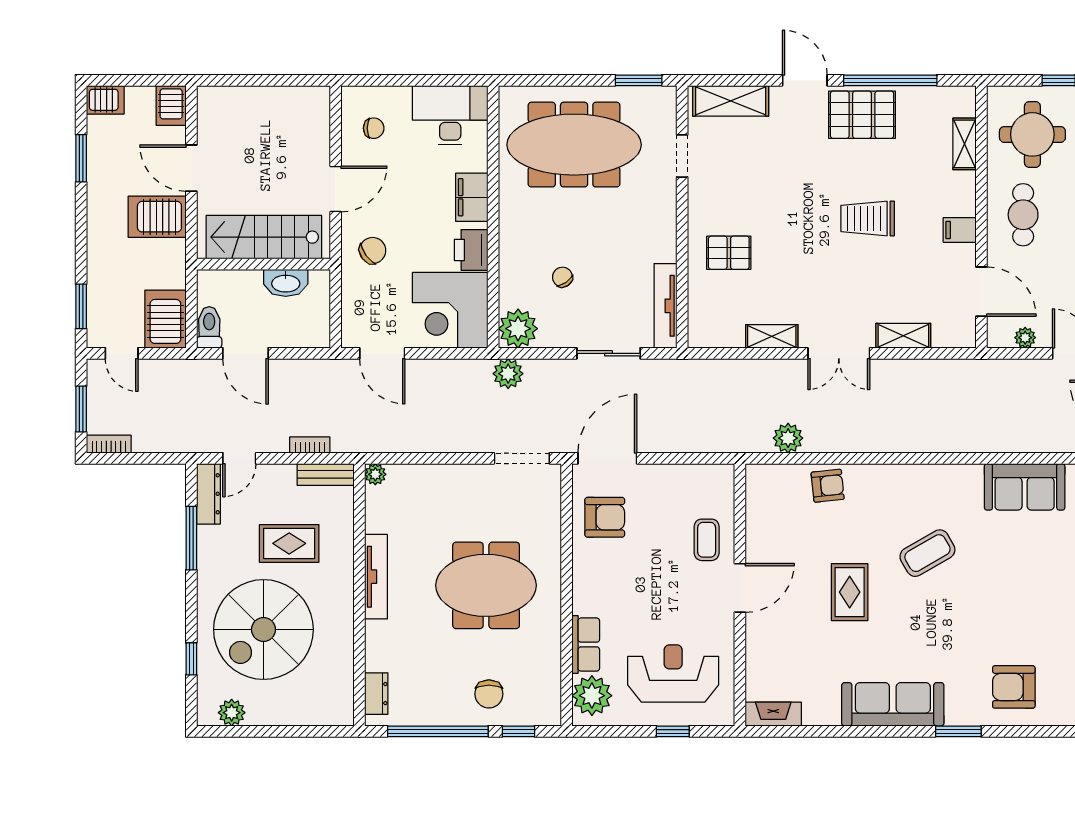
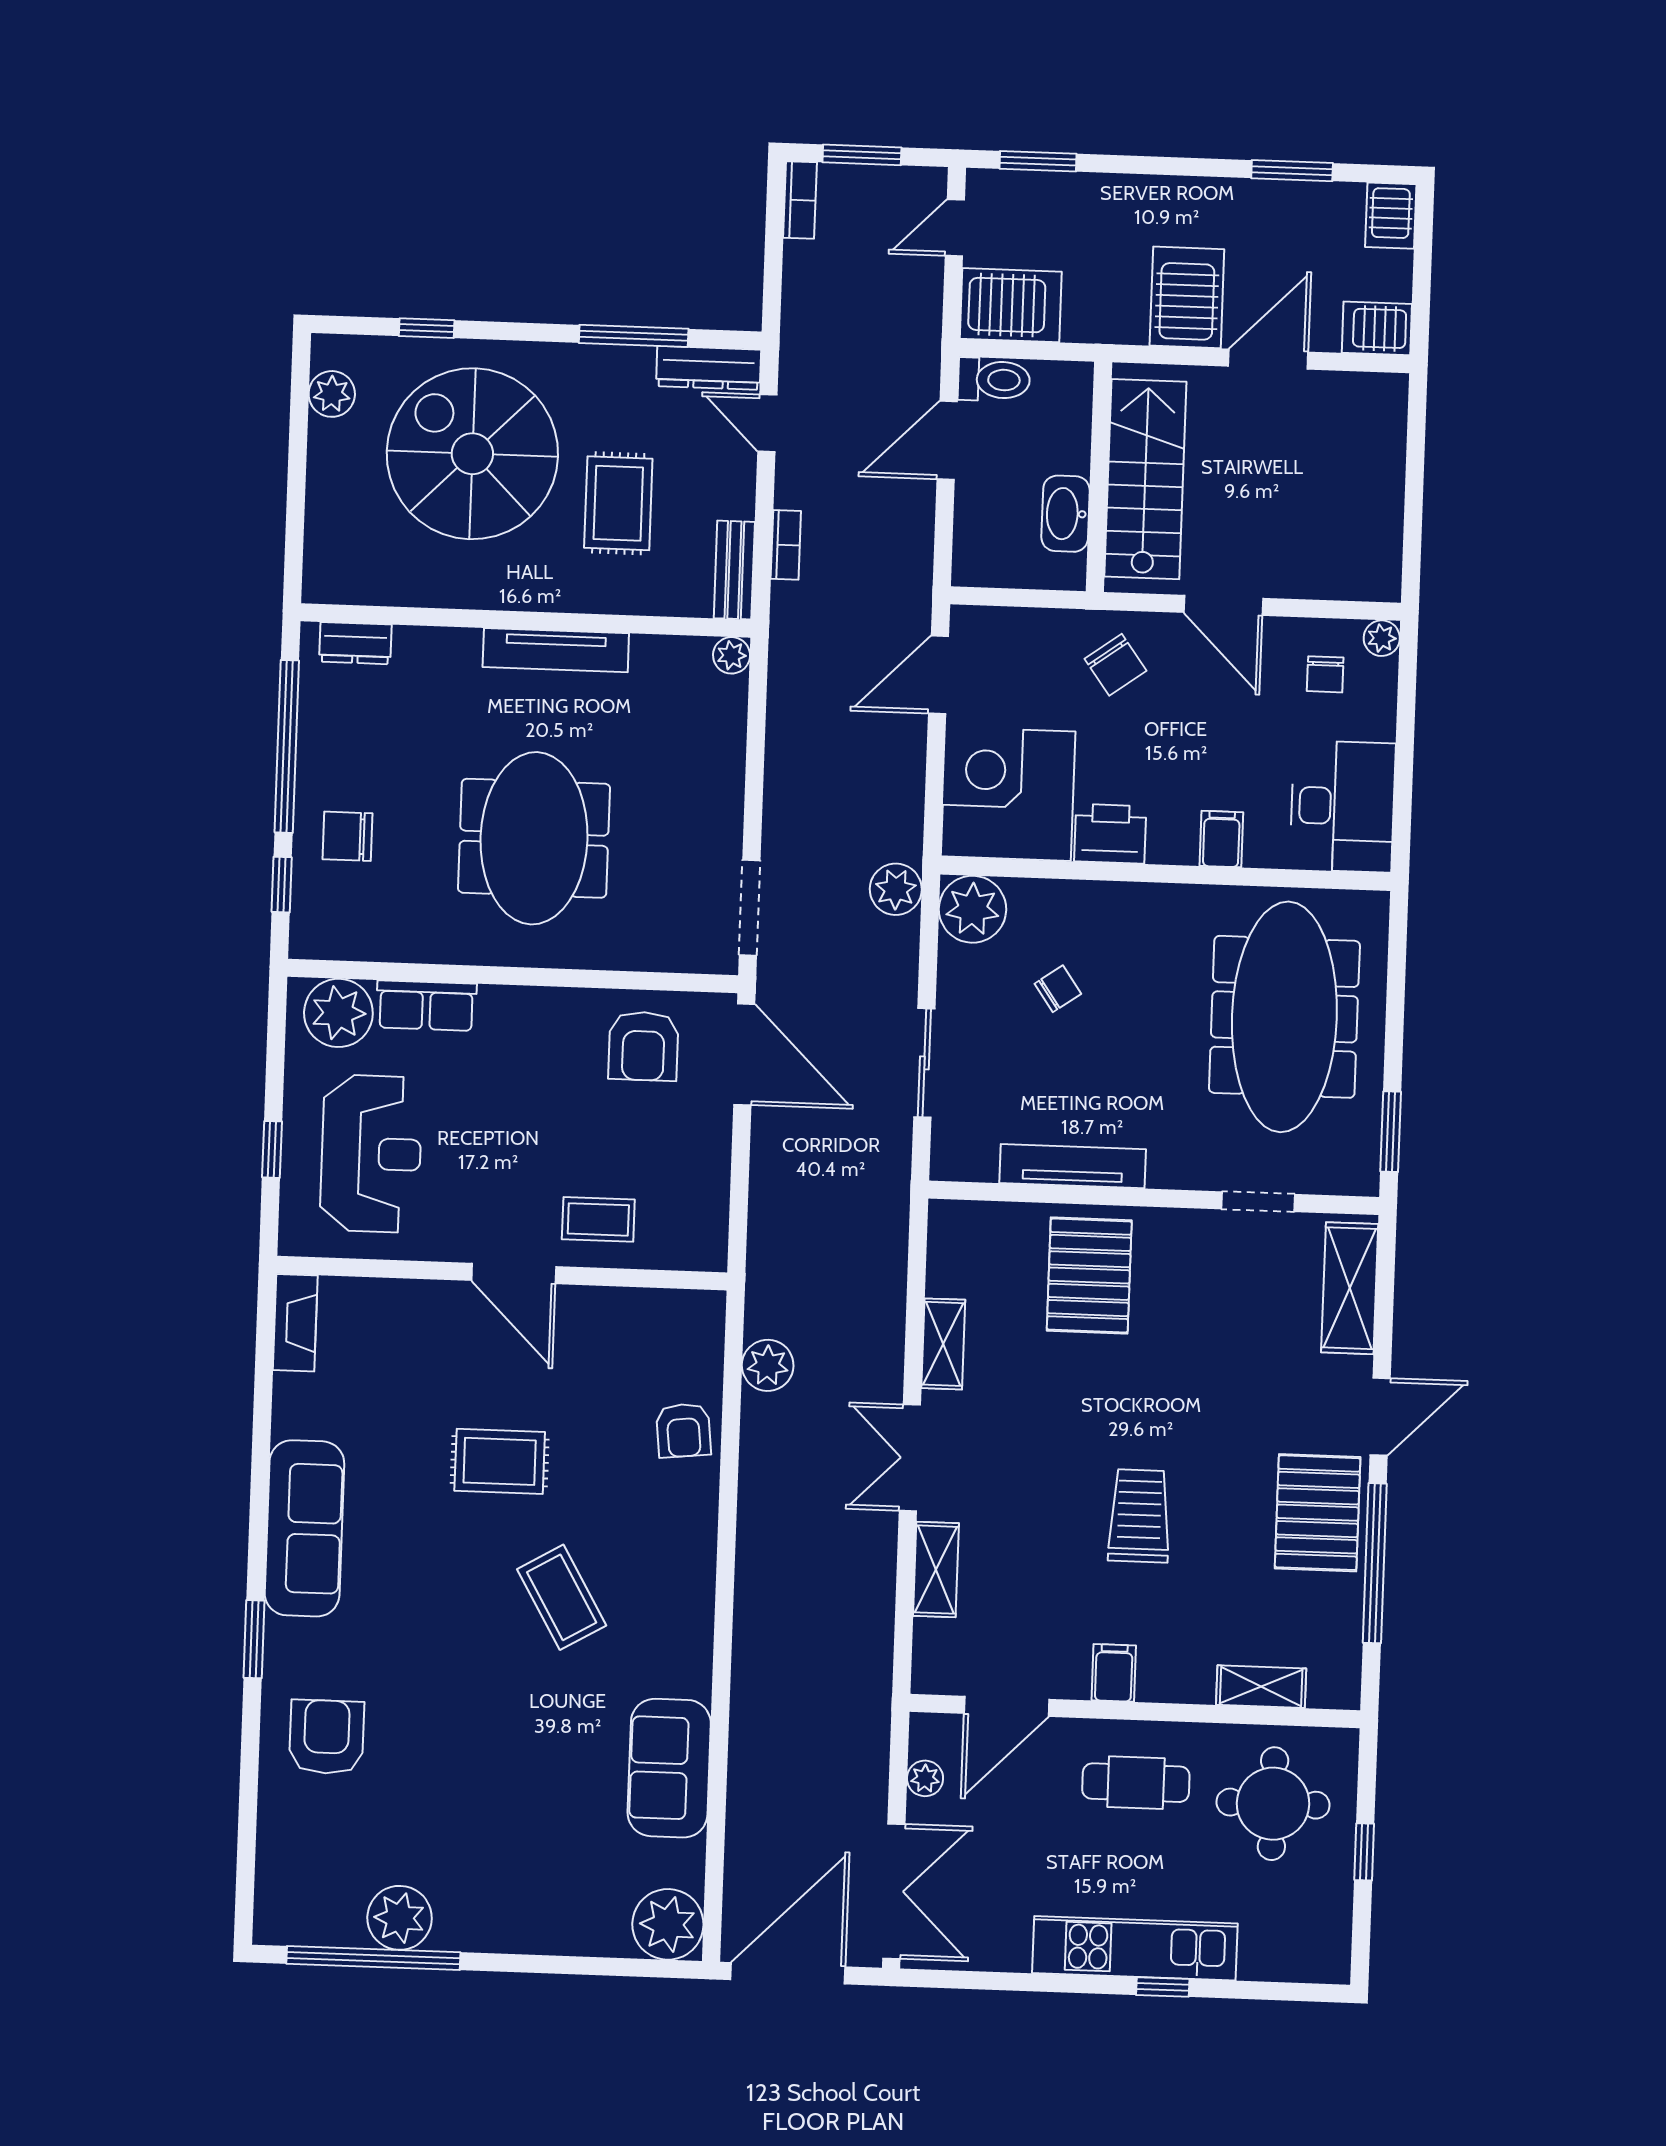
plant: (351, 96) -> (1382, 638), added
filing cabinet: (472, 197) -> (1221, 839), width x0.50
pallet: (729, 253) -> (1089, 1276), width x1.50, depth x1.42
tv unit: (666, 306) -> (1073, 1166), moved

